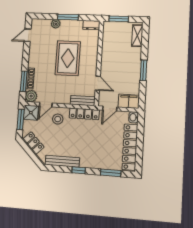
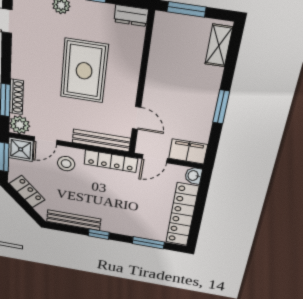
bench: (83, 101) -> (101, 140), width x1.36

